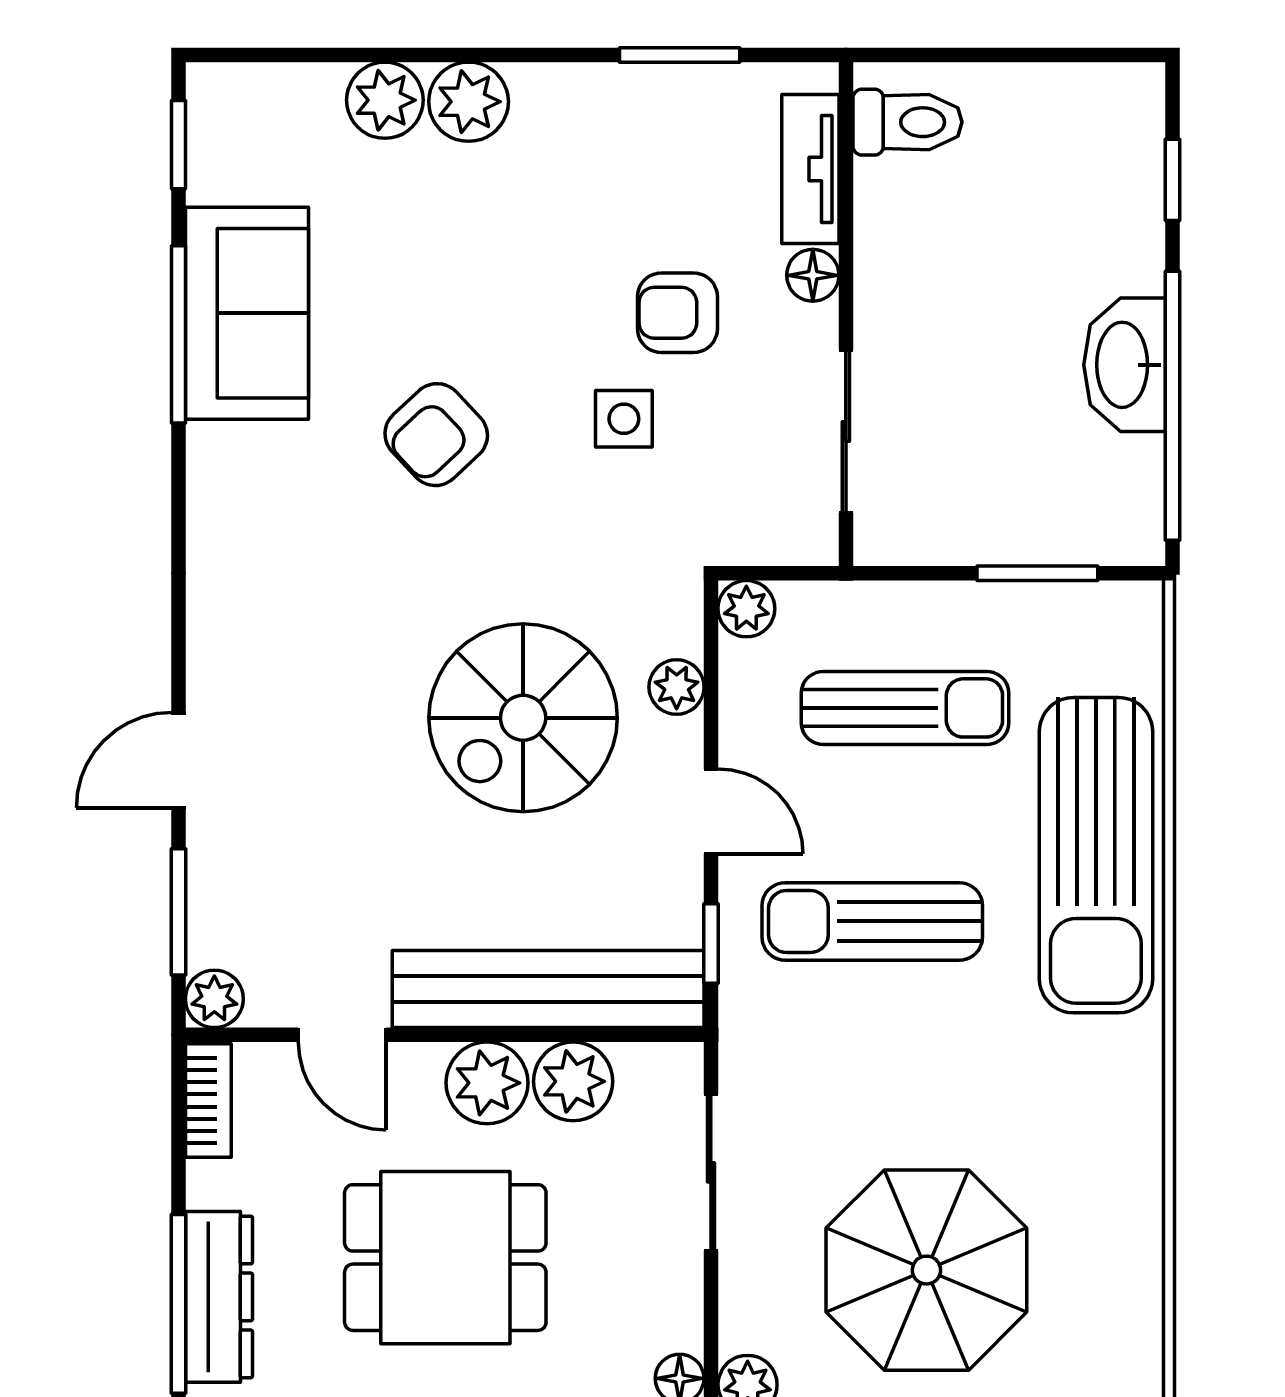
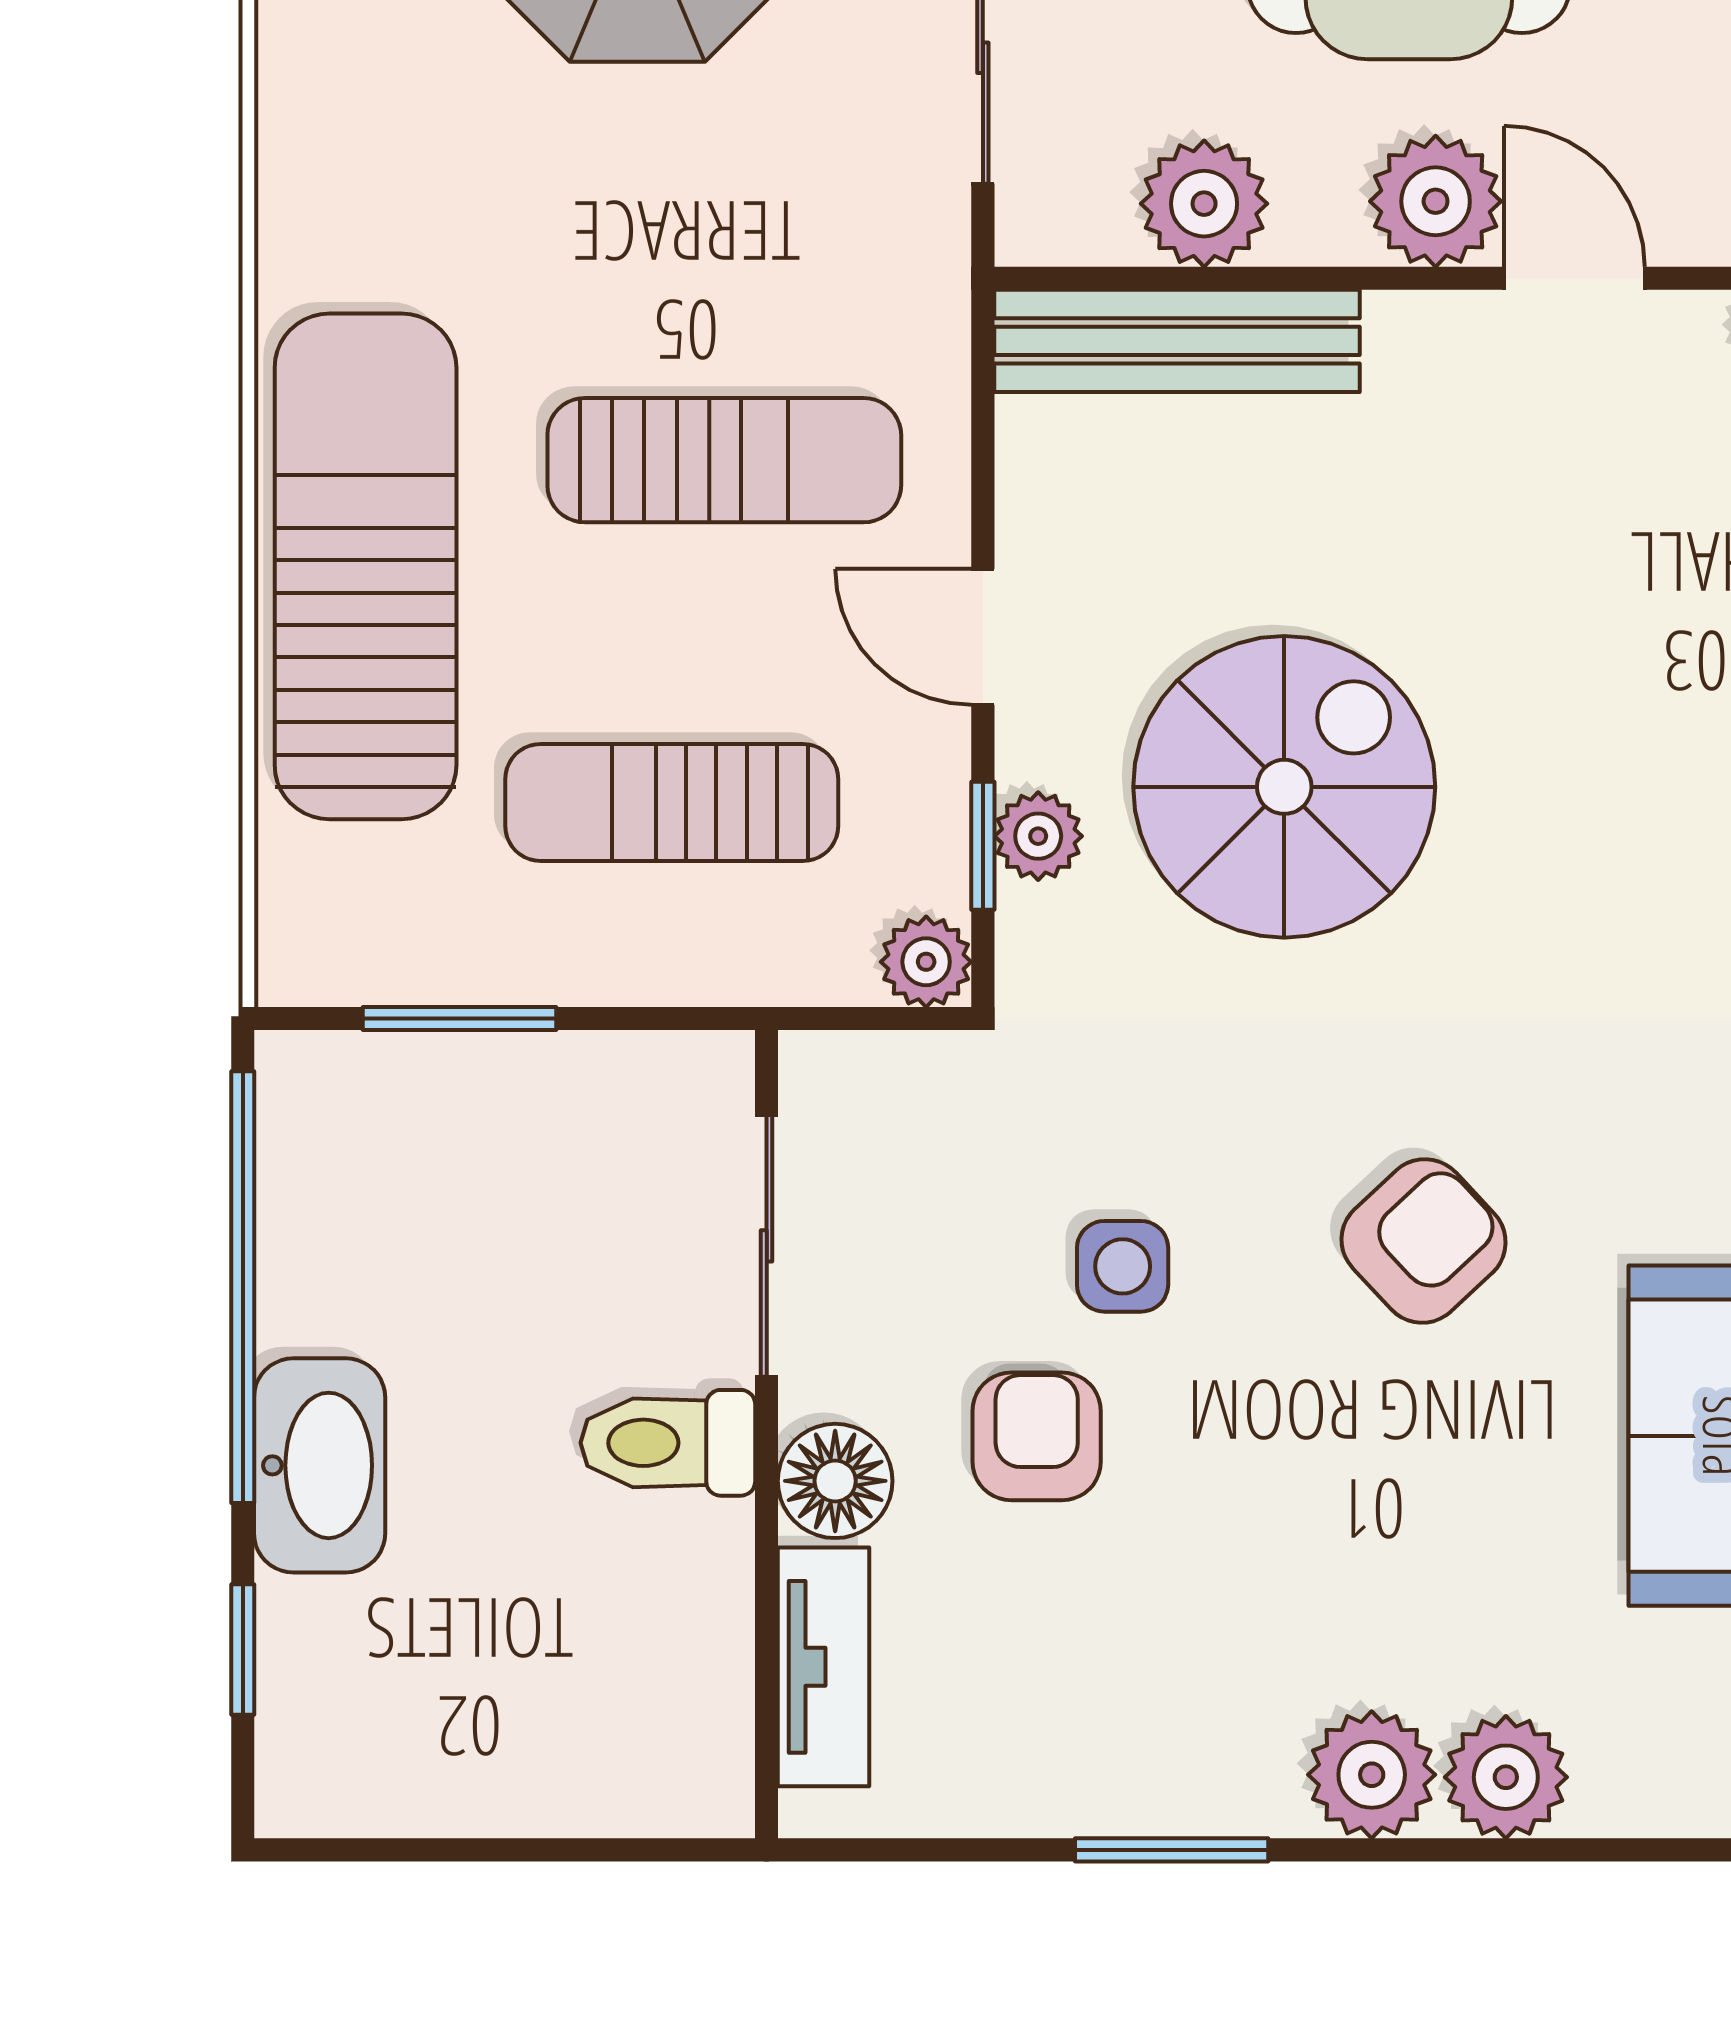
window: (680, 55) -> (1172, 1850), moved
toilet: (907, 122) -> (668, 1443), moved
floor lamp: (813, 275) -> (835, 1481), width x1.37, depth x1.37
armchair: (677, 313) -> (1037, 1436), turned -90
washbasin: (1125, 365) -> (320, 1465), moved
window: (711, 944) -> (983, 846), moved
bench: (548, 989) -> (1177, 341), width x0.73, depth x0.82
plant: (487, 1083) -> (1436, 201), moved

